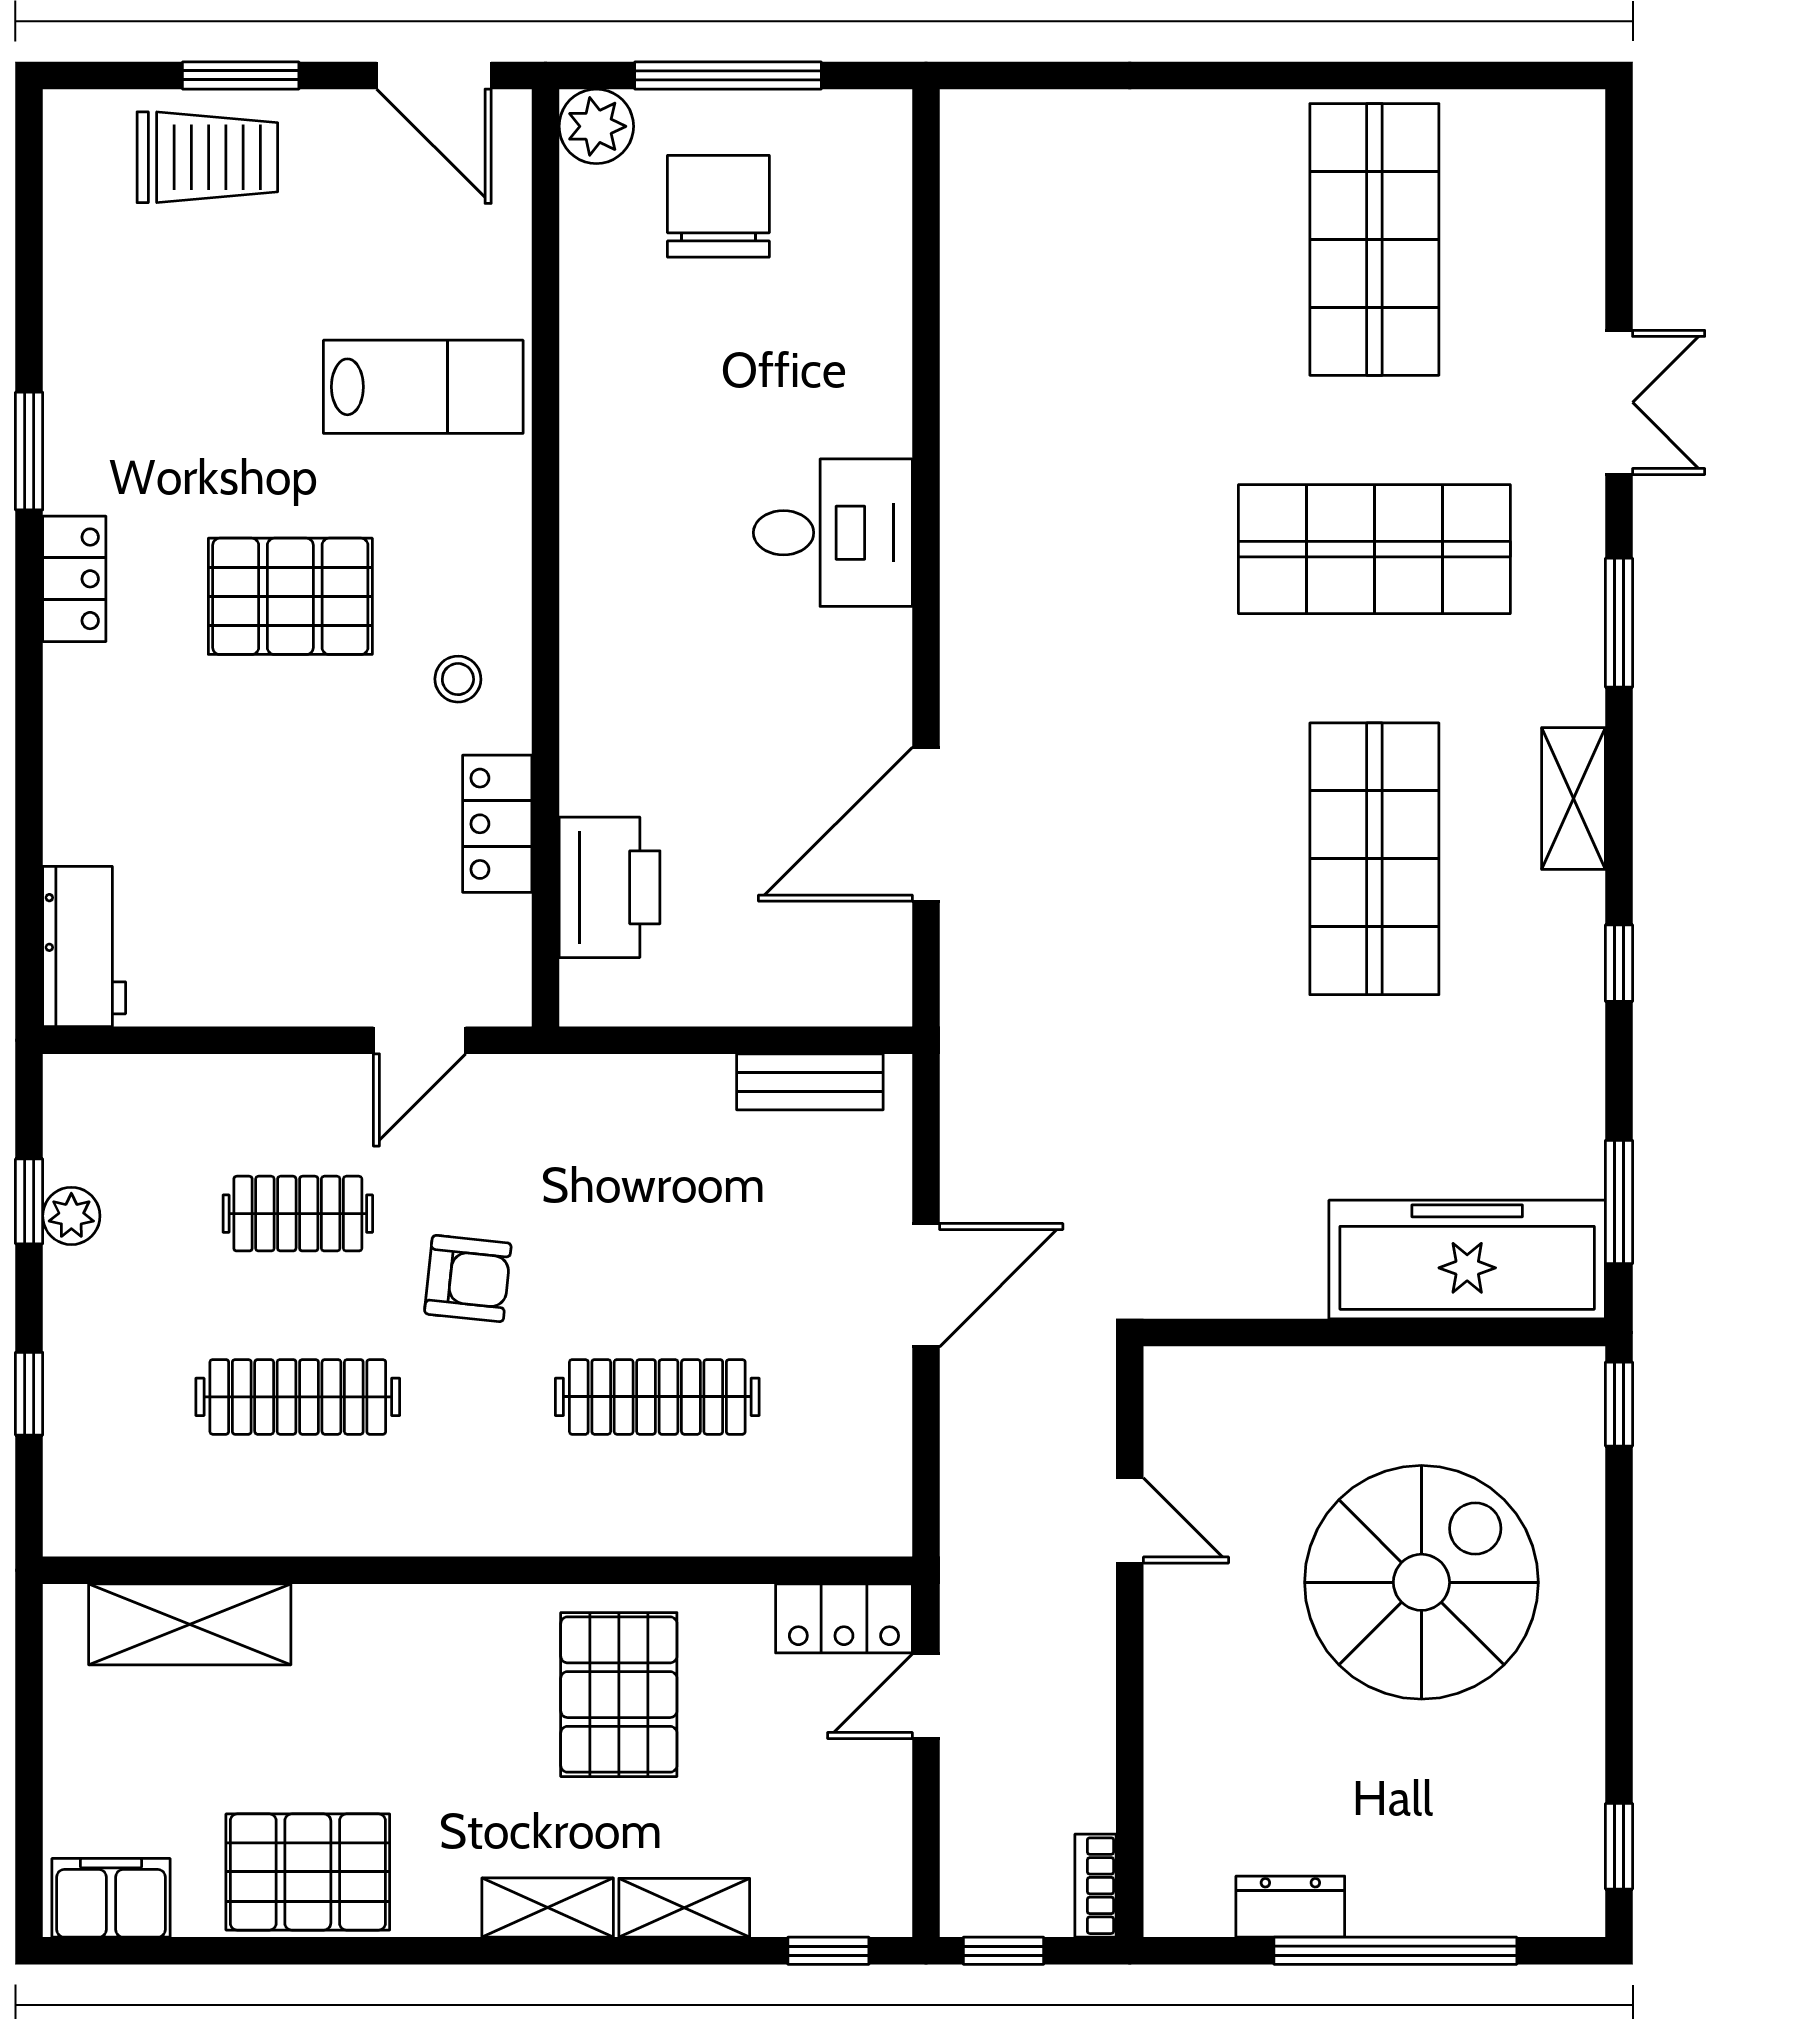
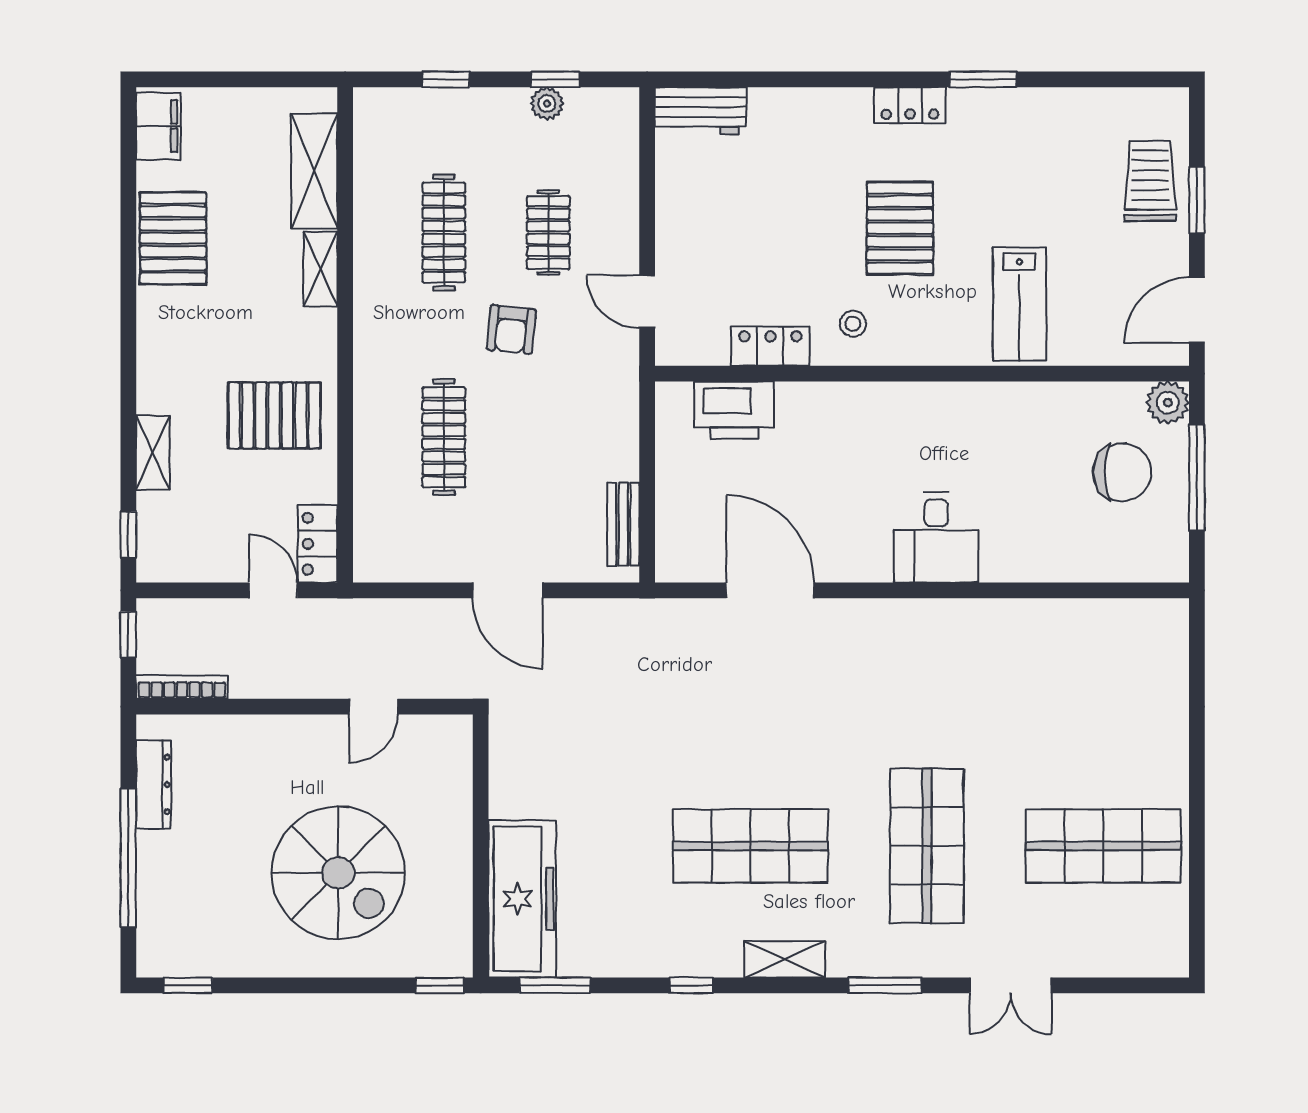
trolley: (207, 157) -> (1150, 181), turned 180
bookcase: (1096, 1886) -> (182, 687), width x1.56
dresser: (1290, 1907) -> (153, 785), width x1.44
shelving: (548, 1908) -> (320, 269), moved

